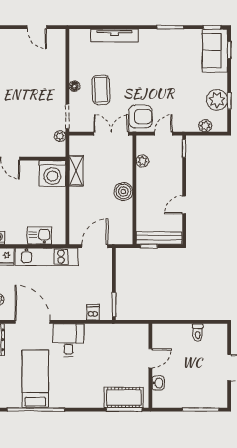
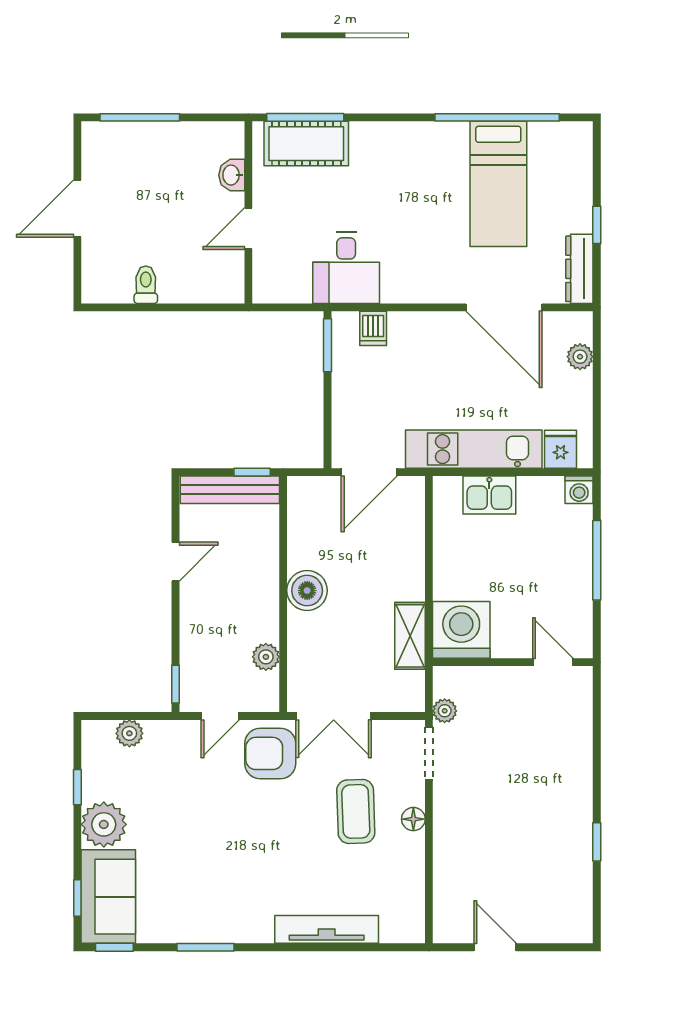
plant: (217, 100) -> (104, 824), moved
desk: (68, 340) -> (346, 268), moved

